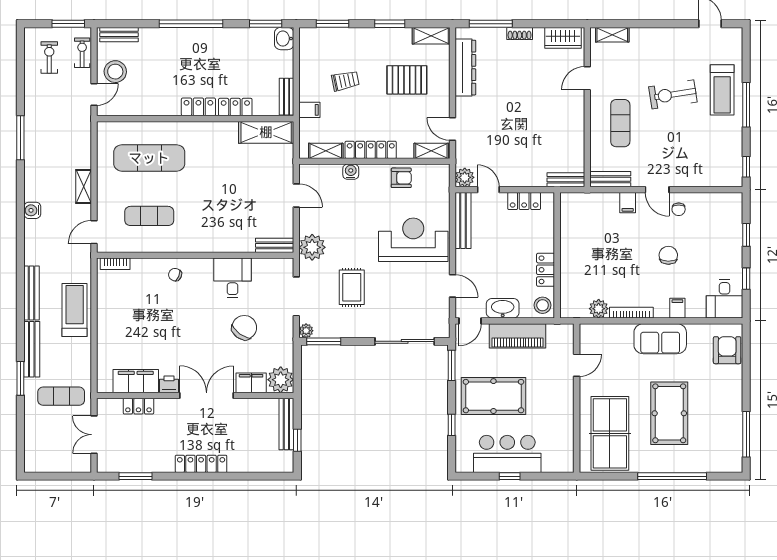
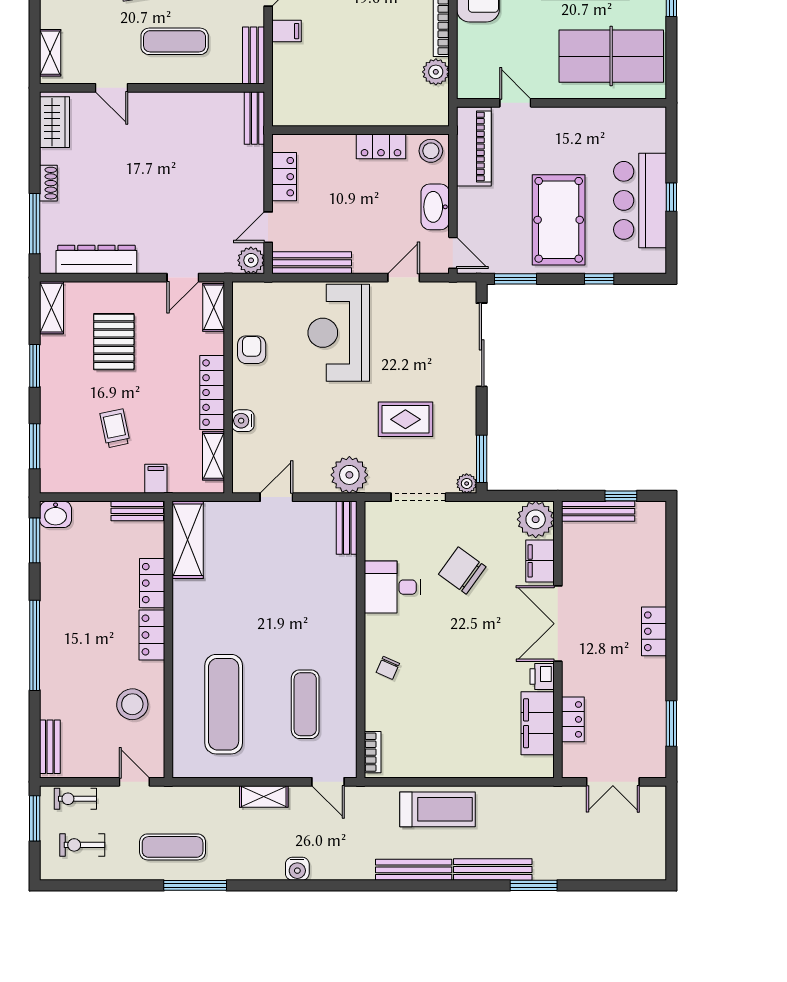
stool: (115, 72) -> (132, 704), moved
treadmill: (75, 310) -> (438, 809), turned 180
piano: (517, 336) -> (474, 147), moved
exercise mat: (61, 396) -> (173, 847), moved, turned 90
locker: (201, 464) -> (654, 631), width x0.66

